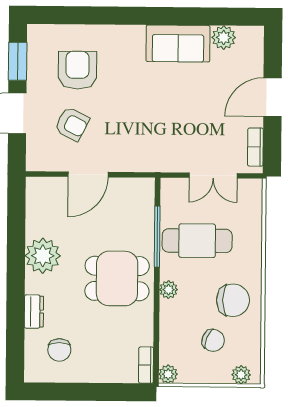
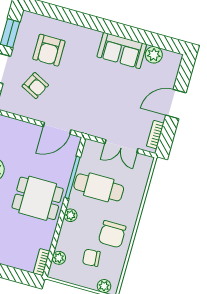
armchair: (77, 70) -> (49, 50), turned 180
door: (88, 174) -> (57, 128), moved
chair: (233, 300) -> (112, 234), turned 90
chair: (213, 340) -> (91, 258), turned 153
plant: (168, 374) -> (59, 258), moved

